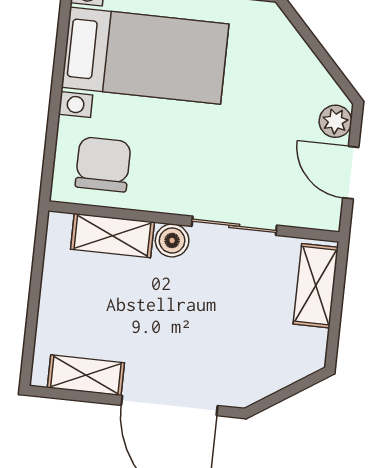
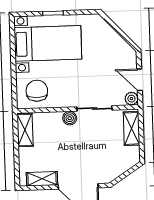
plant: (335, 121) -> (131, 99), moved
shelving: (112, 236) -> (25, 130), moved, turned 90

